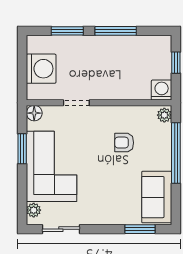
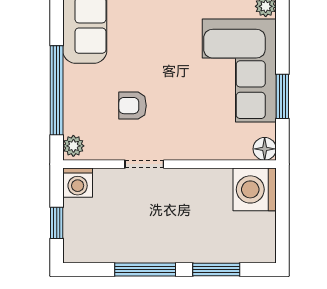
washing machine: (41, 69) -> (255, 189), moved
doorway: (76, 103) -> (144, 164), moved
armchair: (124, 143) -> (133, 106), turned 180

